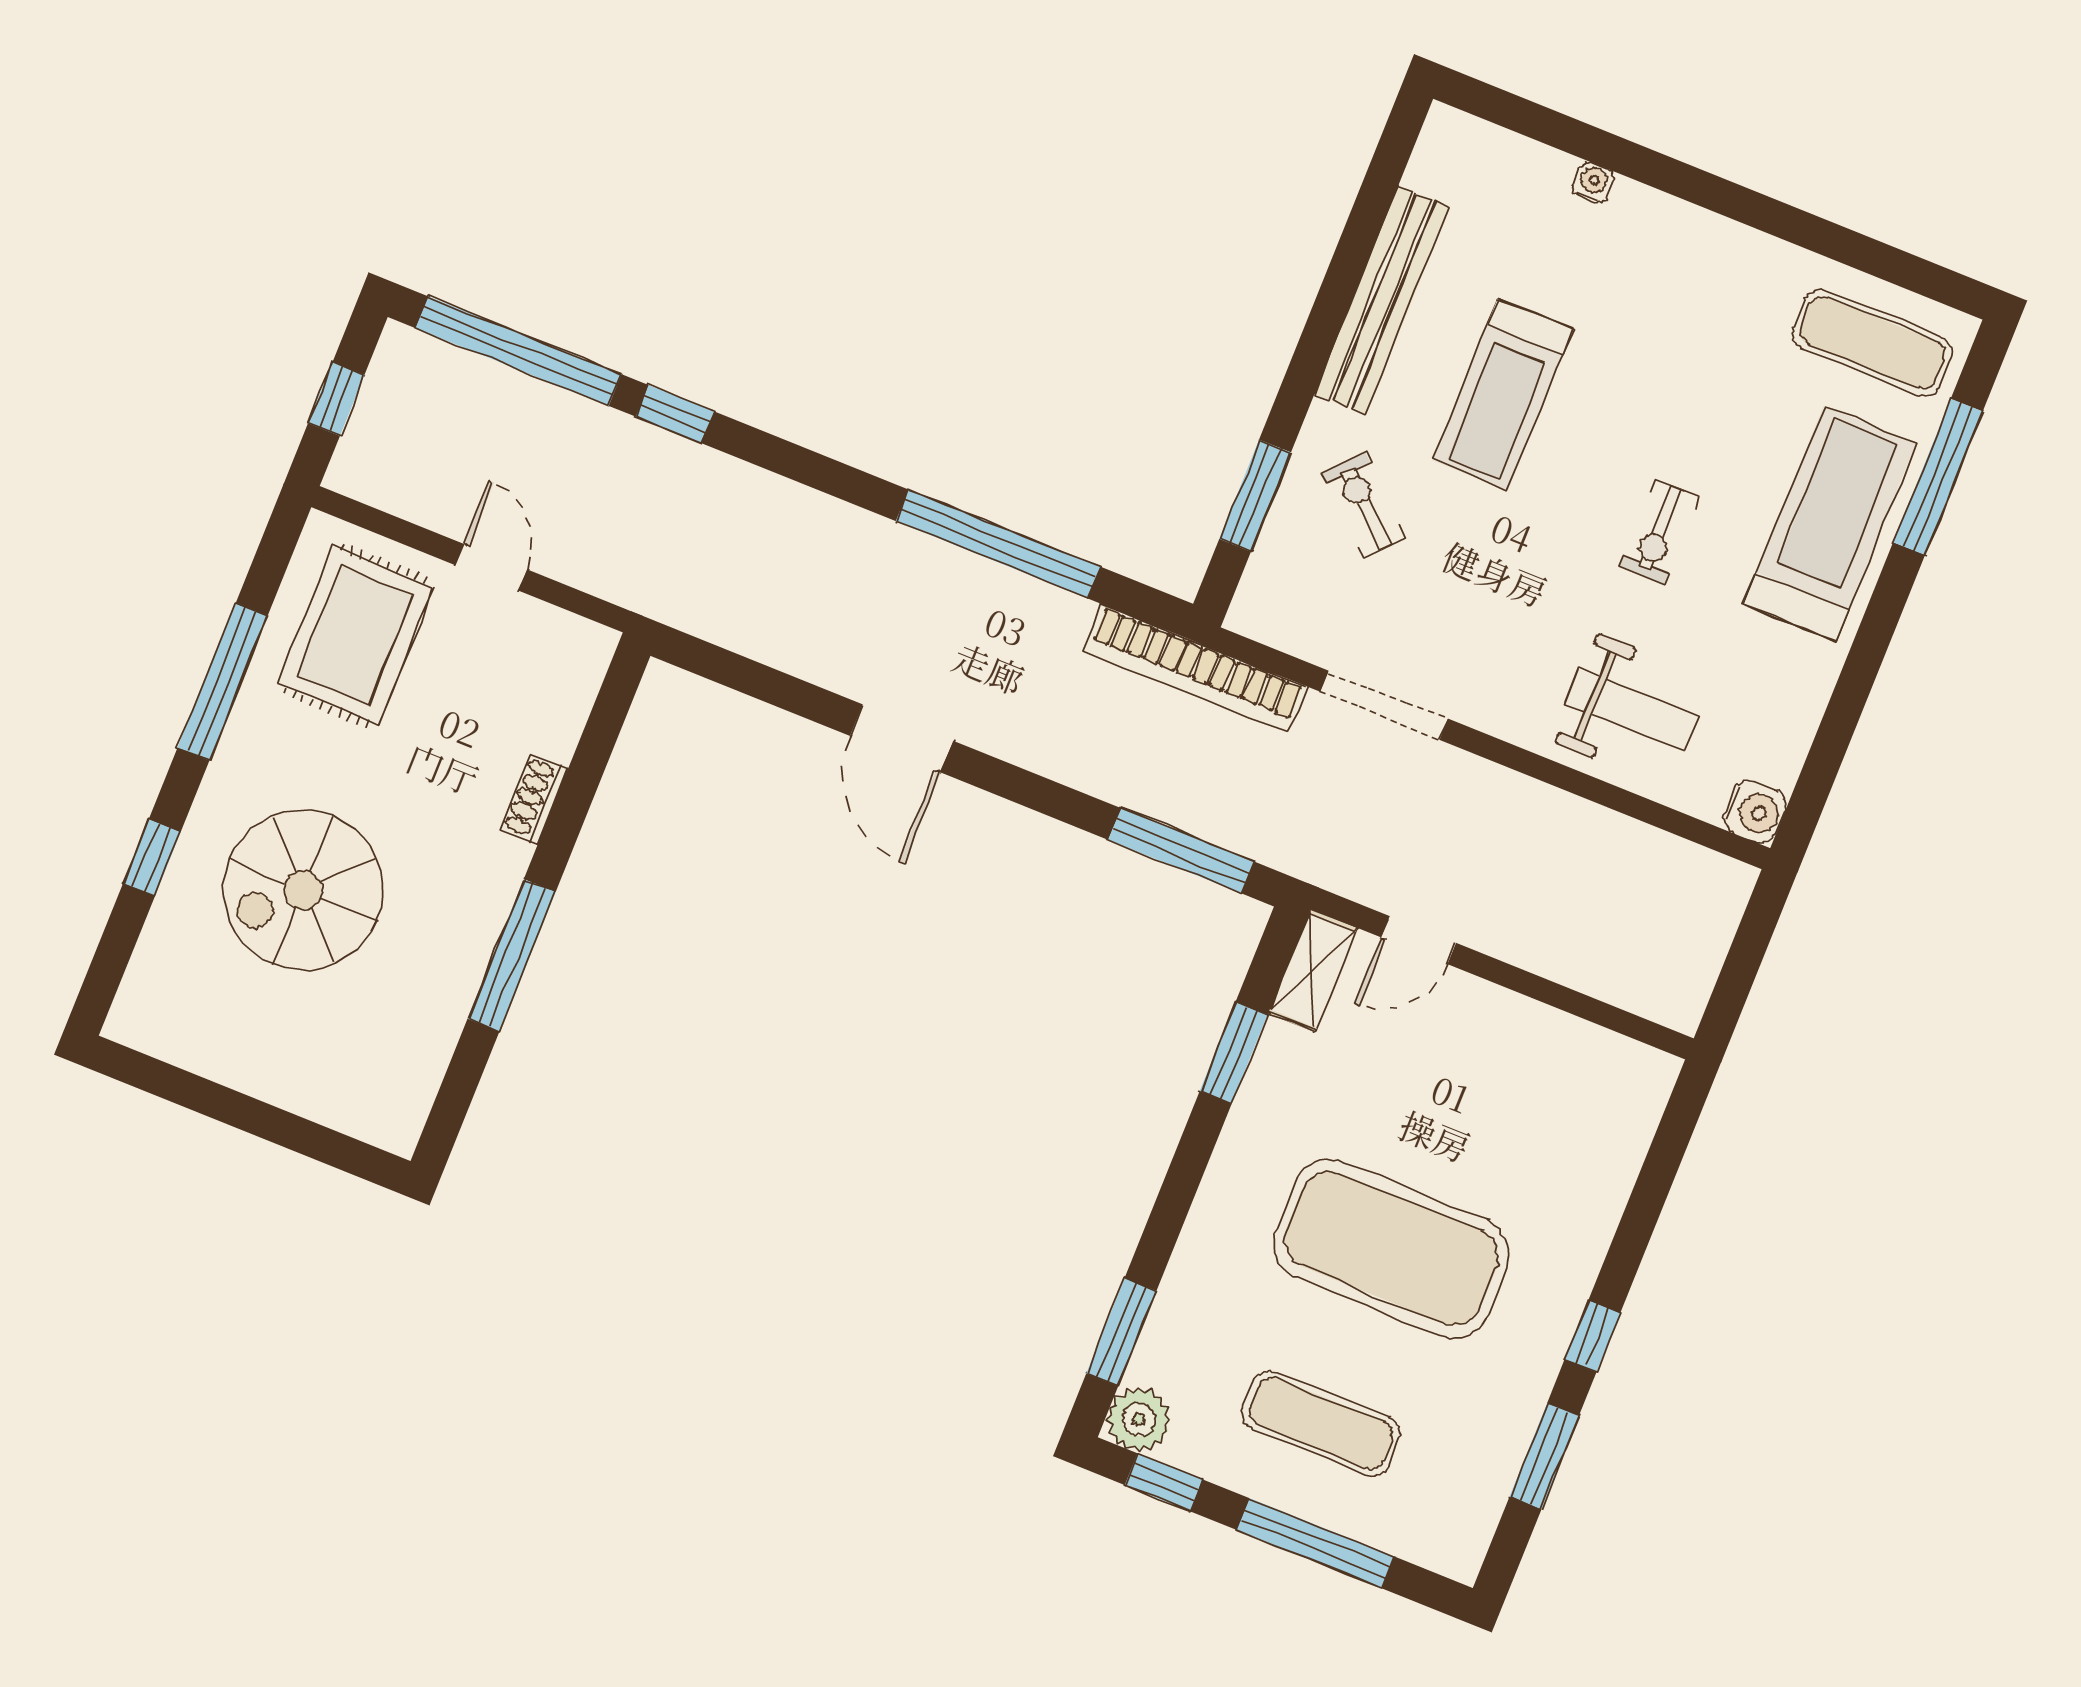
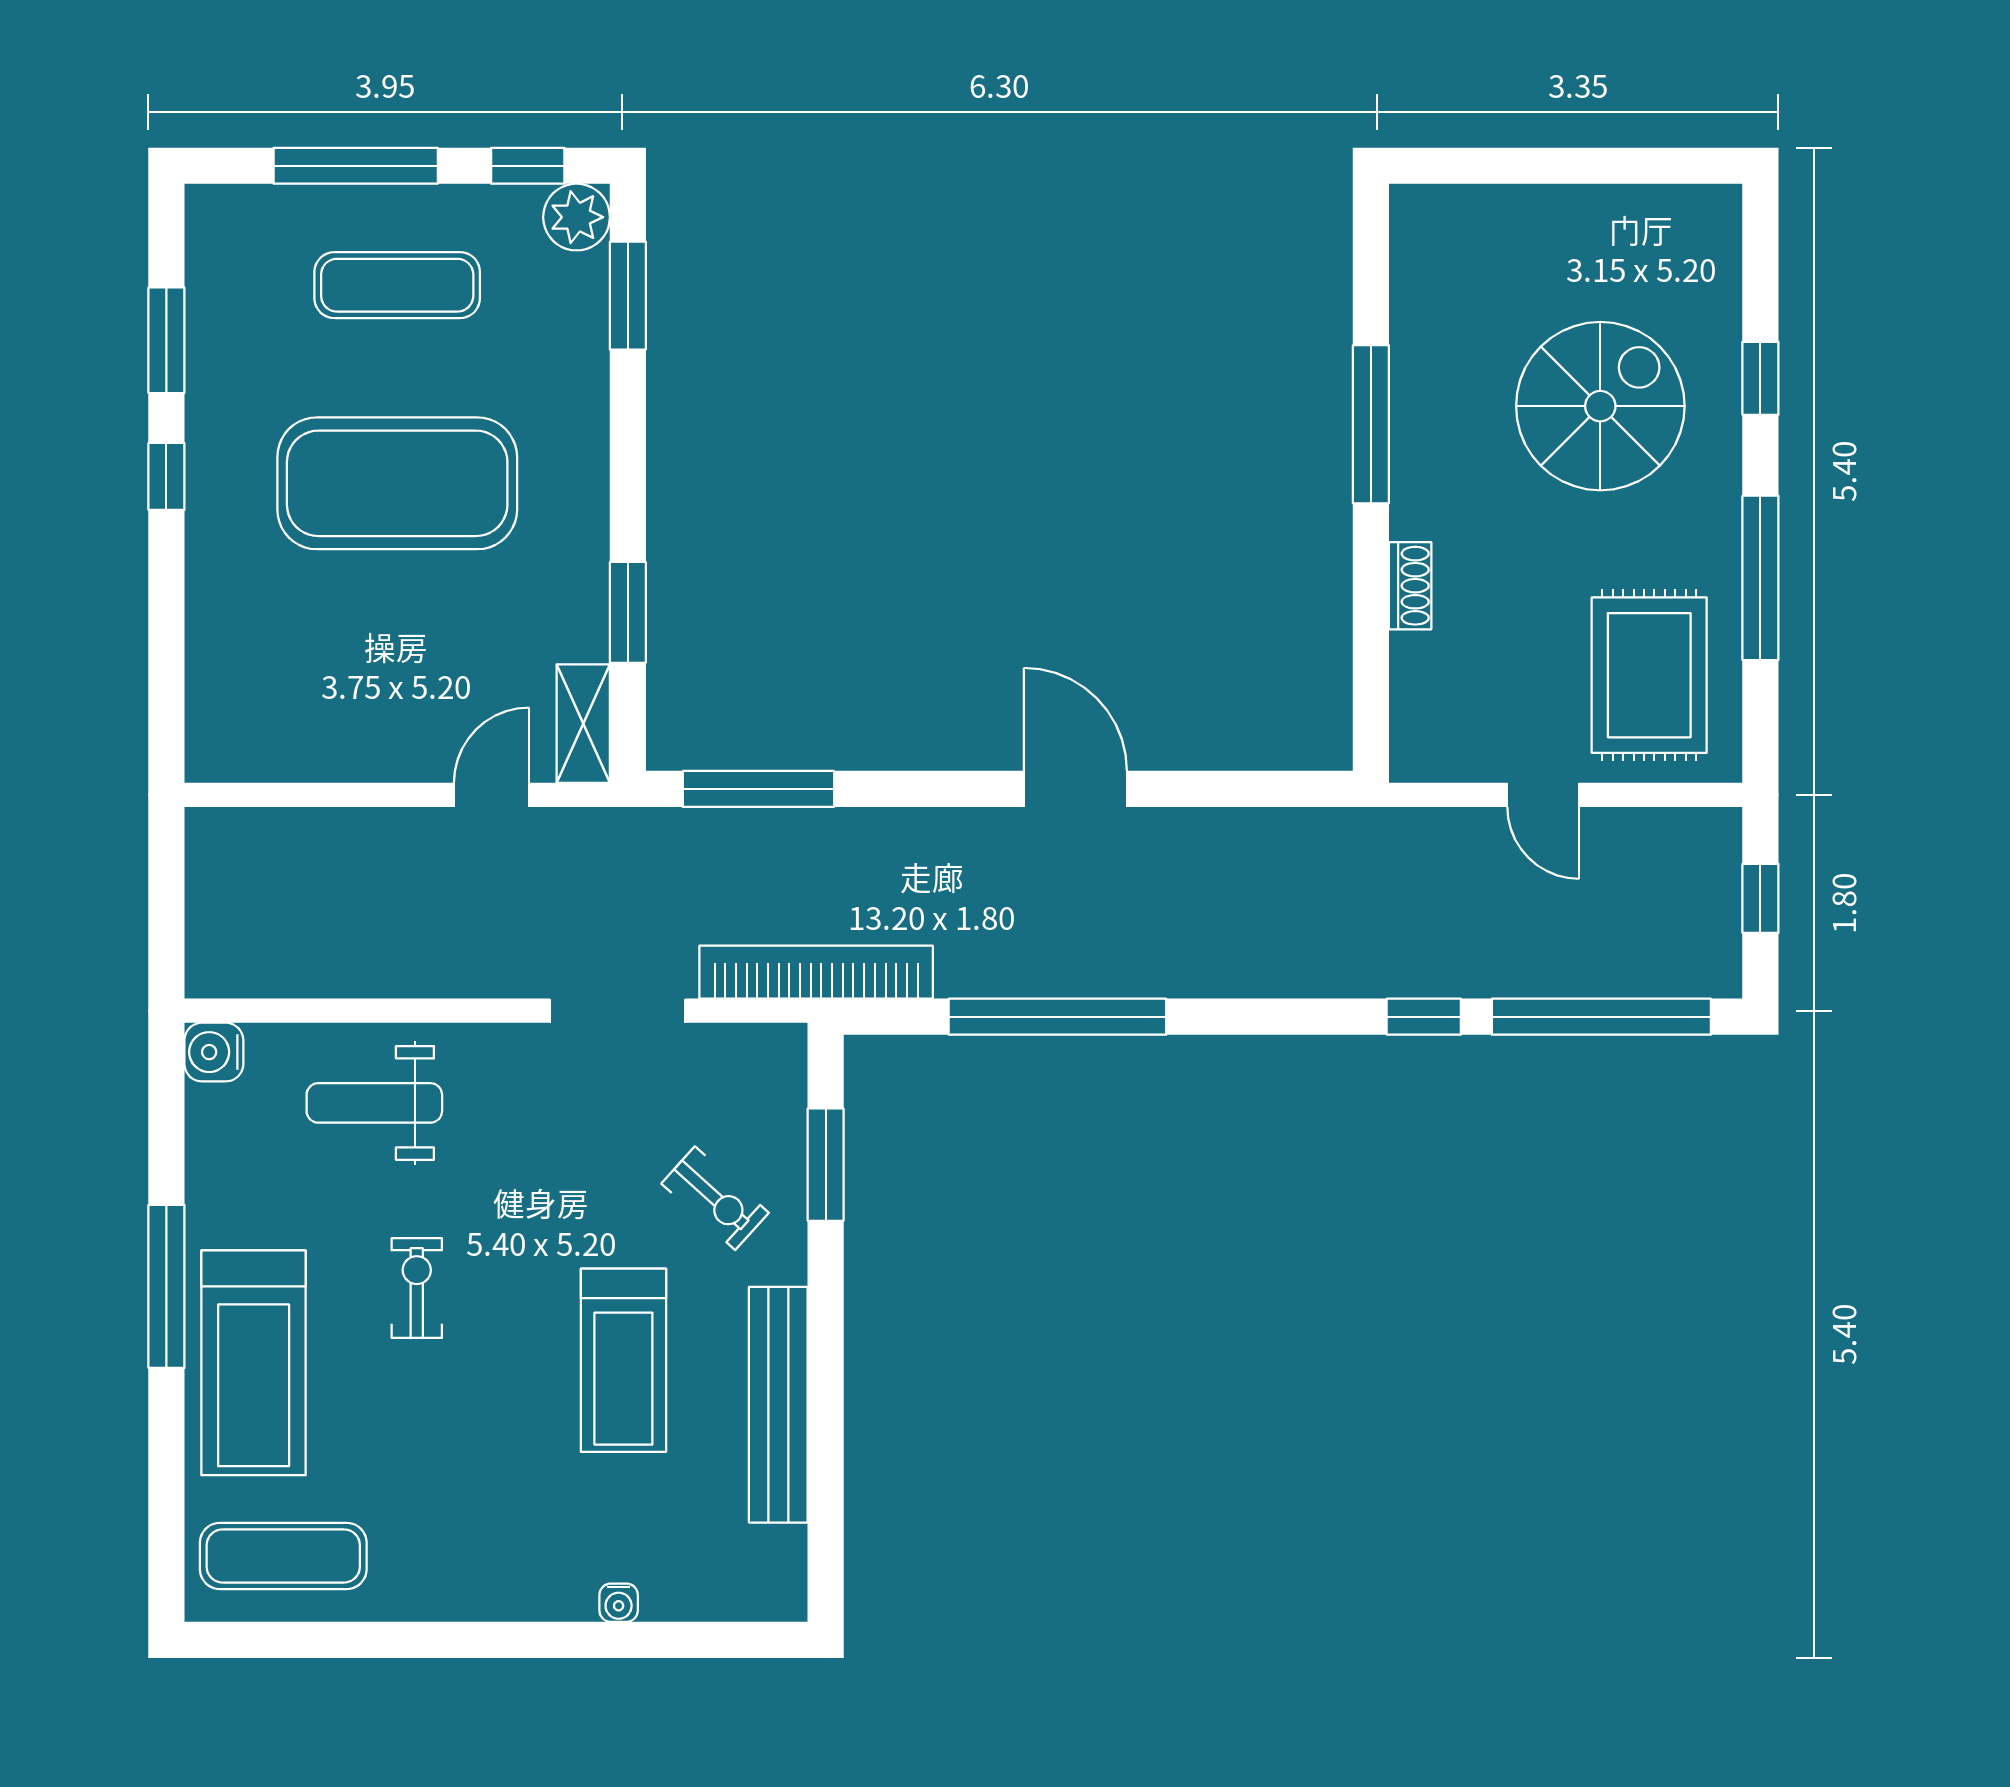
treadmill: (1503, 395) -> (623, 1360), turned 180
window: (1938, 477) -> (166, 1286), moved

